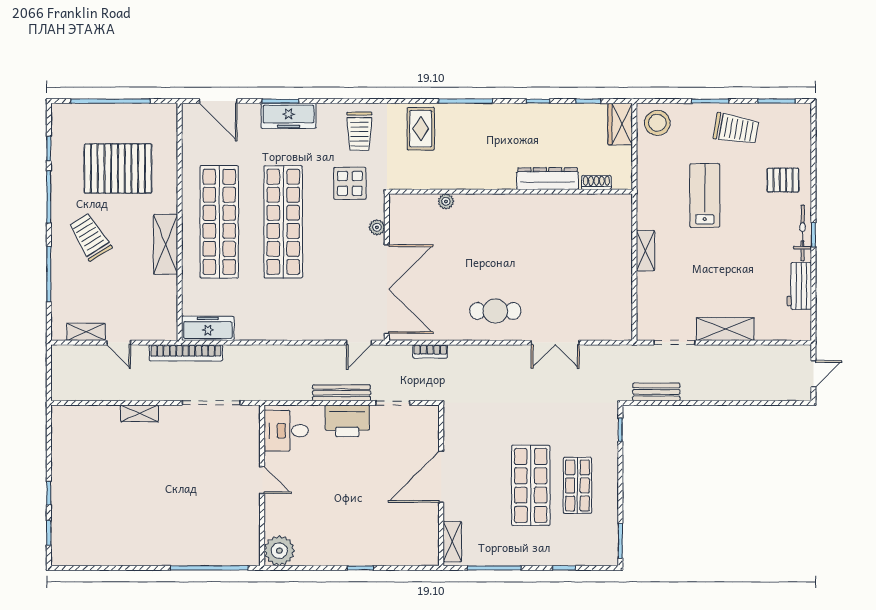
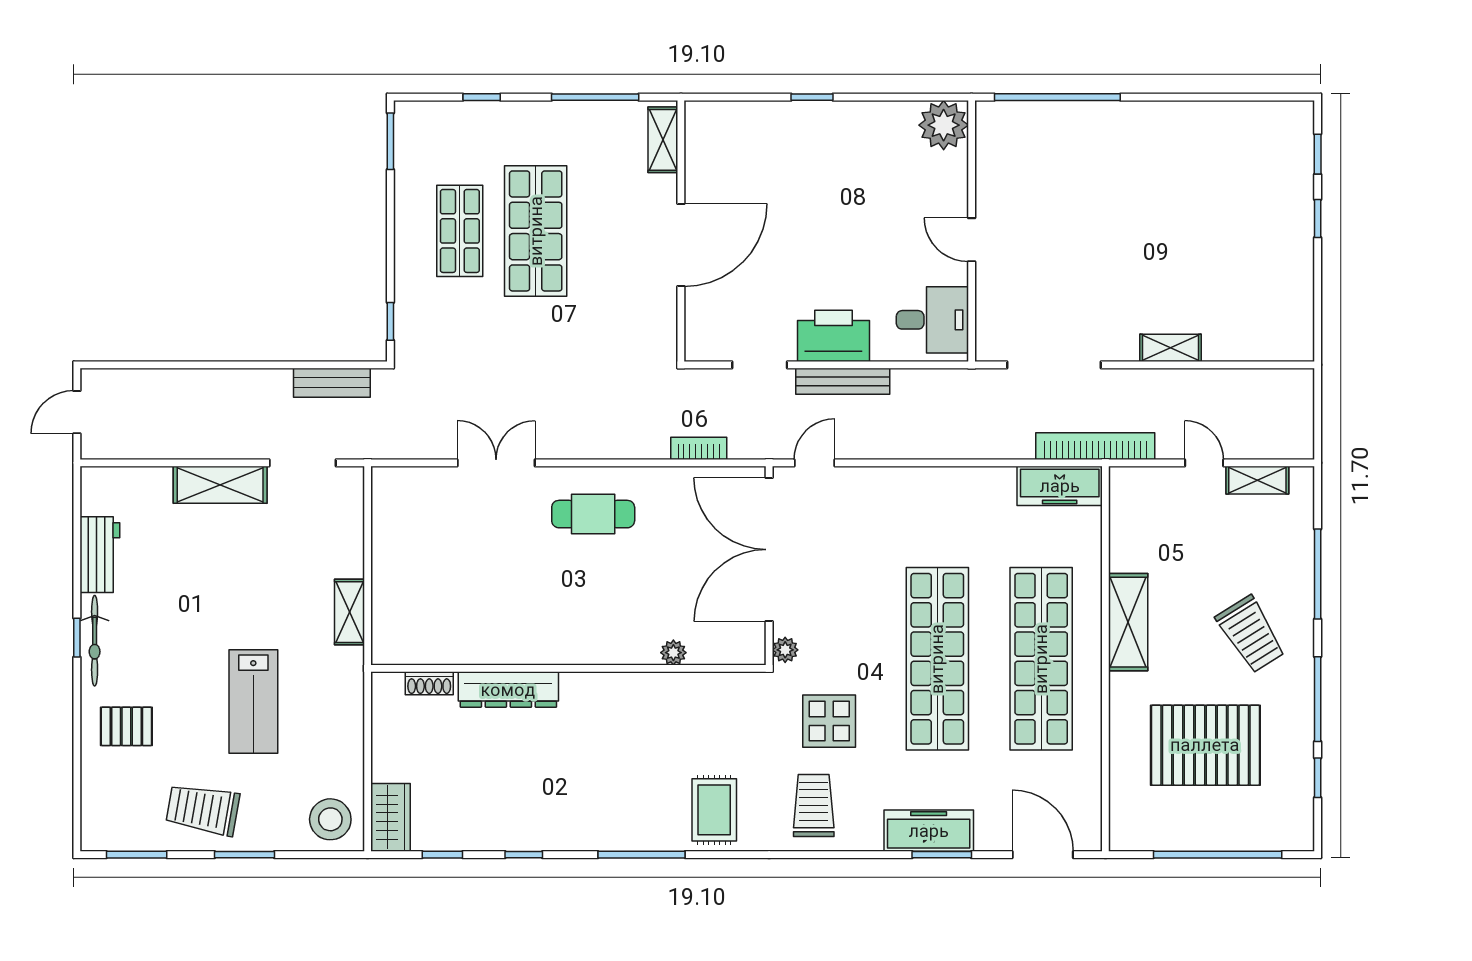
dresser: (548, 179) -> (508, 690), moved
shoe rack: (596, 182) -> (429, 683), moved
wall: (511, 192) -> (568, 668), moved
plant: (446, 201) -> (673, 653), moved

